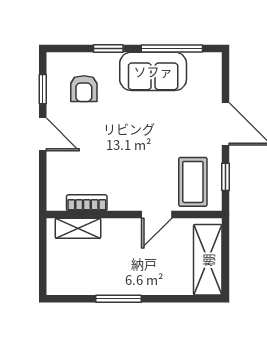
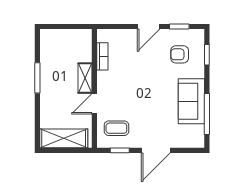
window: (108, 48) -> (207, 55), moved
coffee table: (193, 182) -> (116, 128), width x0.73, depth x0.77
door: (157, 214) -> (94, 104), hinge flipped
shelving: (78, 228) -> (85, 78), moved

